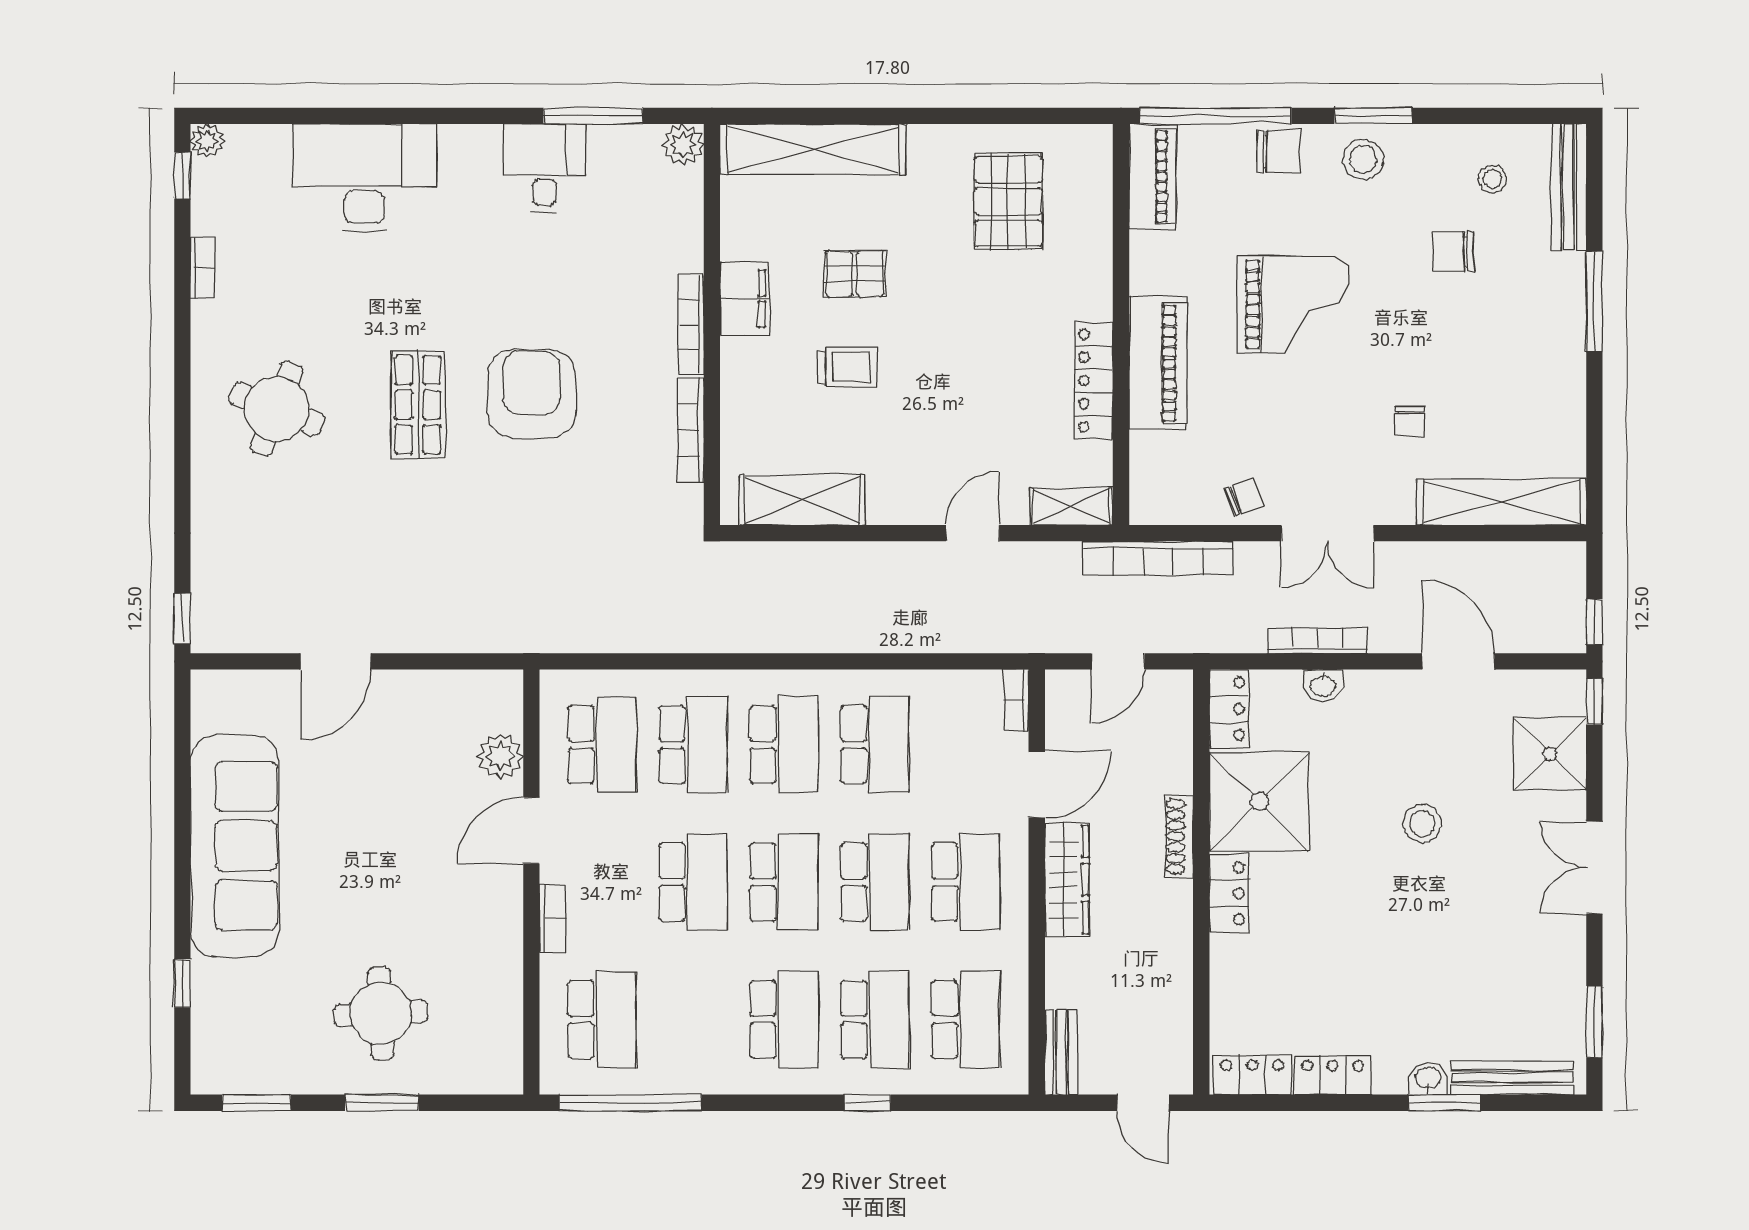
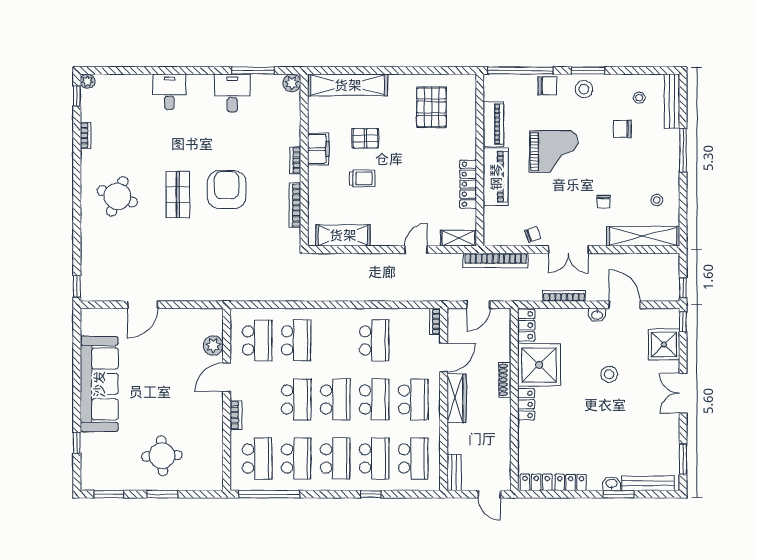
piano: (1153, 176) -> (493, 124), moved
desk: (364, 178) -> (169, 92), width x0.53, depth x0.77
bookcase: (691, 325) -> (295, 160), width x0.64
stool: (1533, 417) -> (657, 200), added
washbasin: (1323, 685) -> (597, 315), moved
school desk: (784, 745) -> (296, 458), moved

